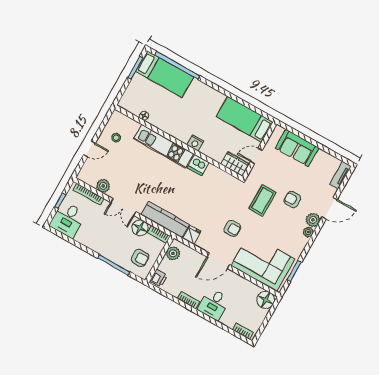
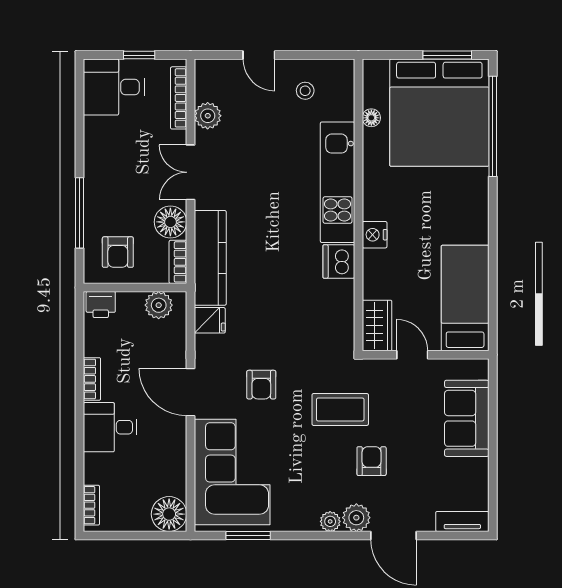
bed: (165, 74) -> (439, 113), width x2.04

